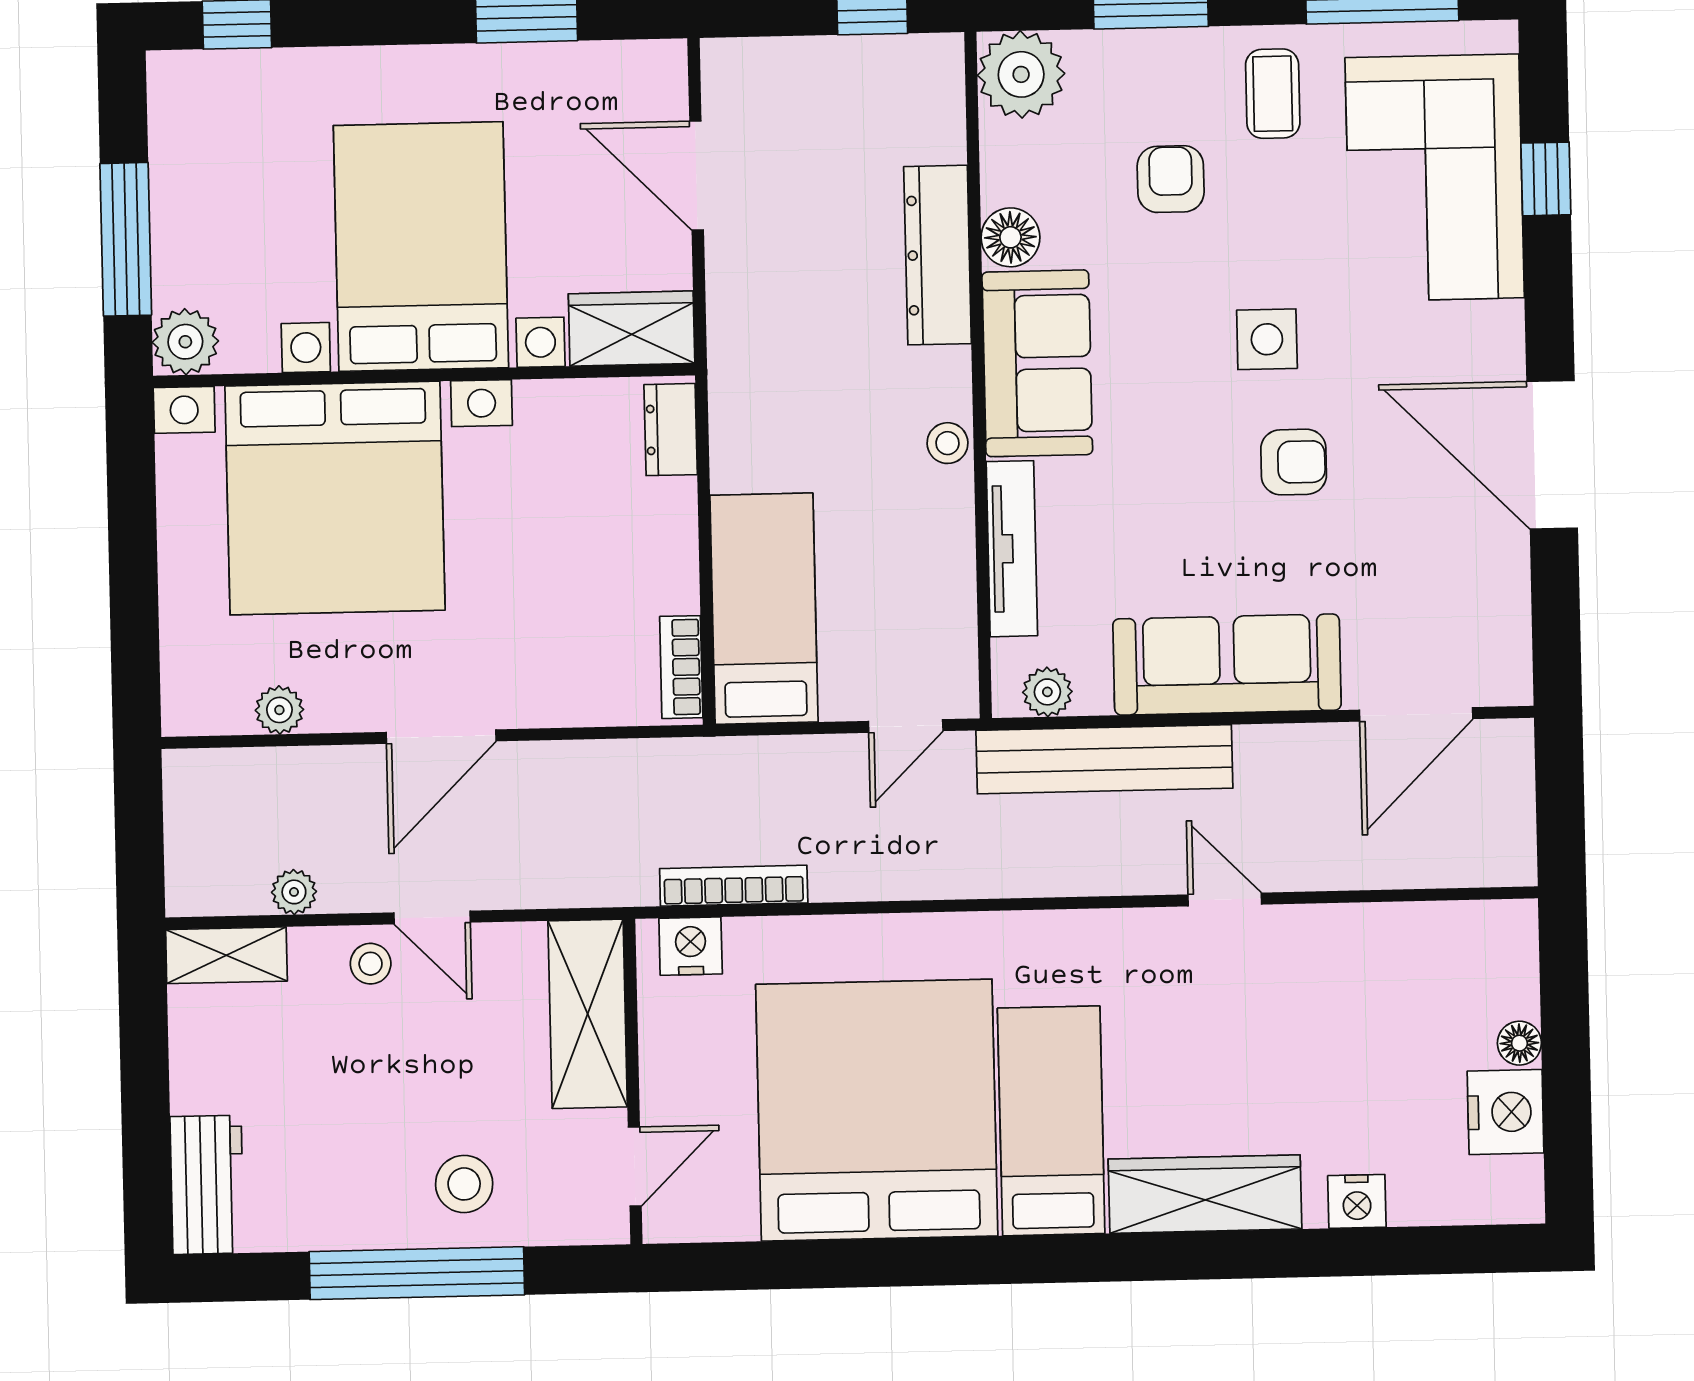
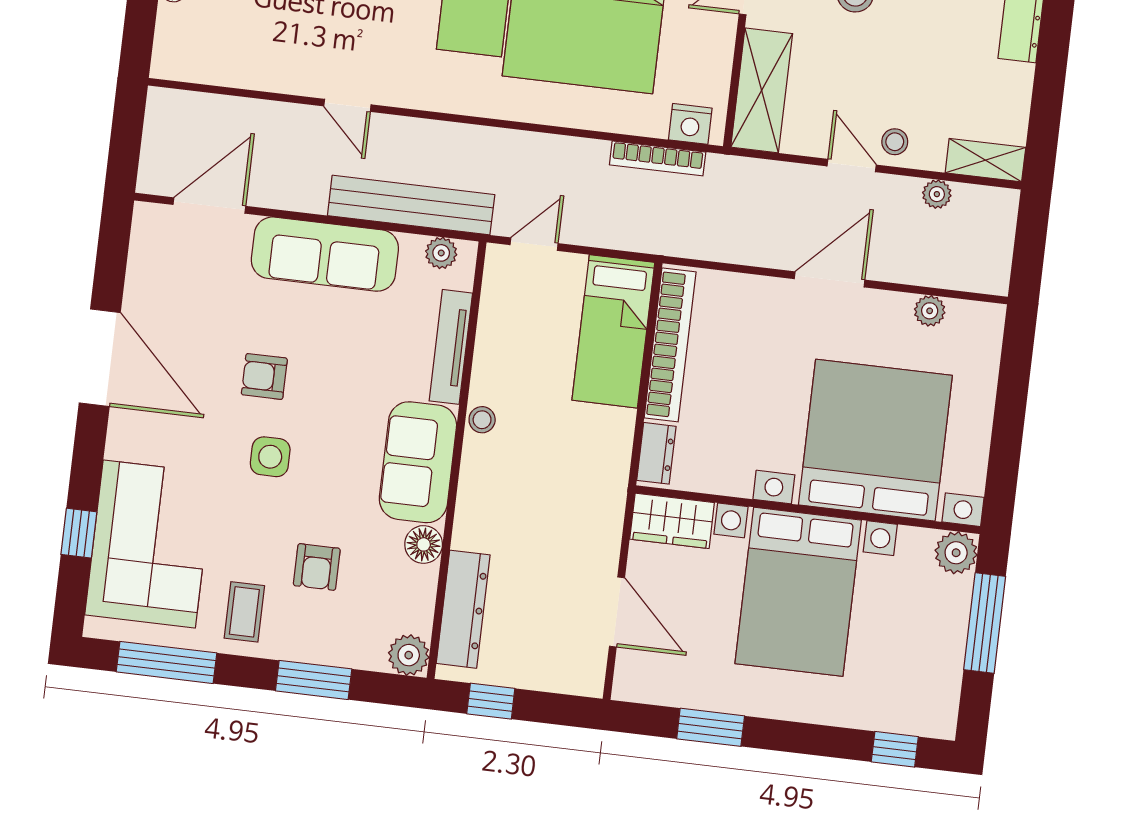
plant: (1021, 74) -> (409, 655), width x0.73, depth x0.73
dresser: (938, 255) -> (463, 609), moved
bookcase: (681, 667) -> (670, 345), width x2.31, depth x1.31

